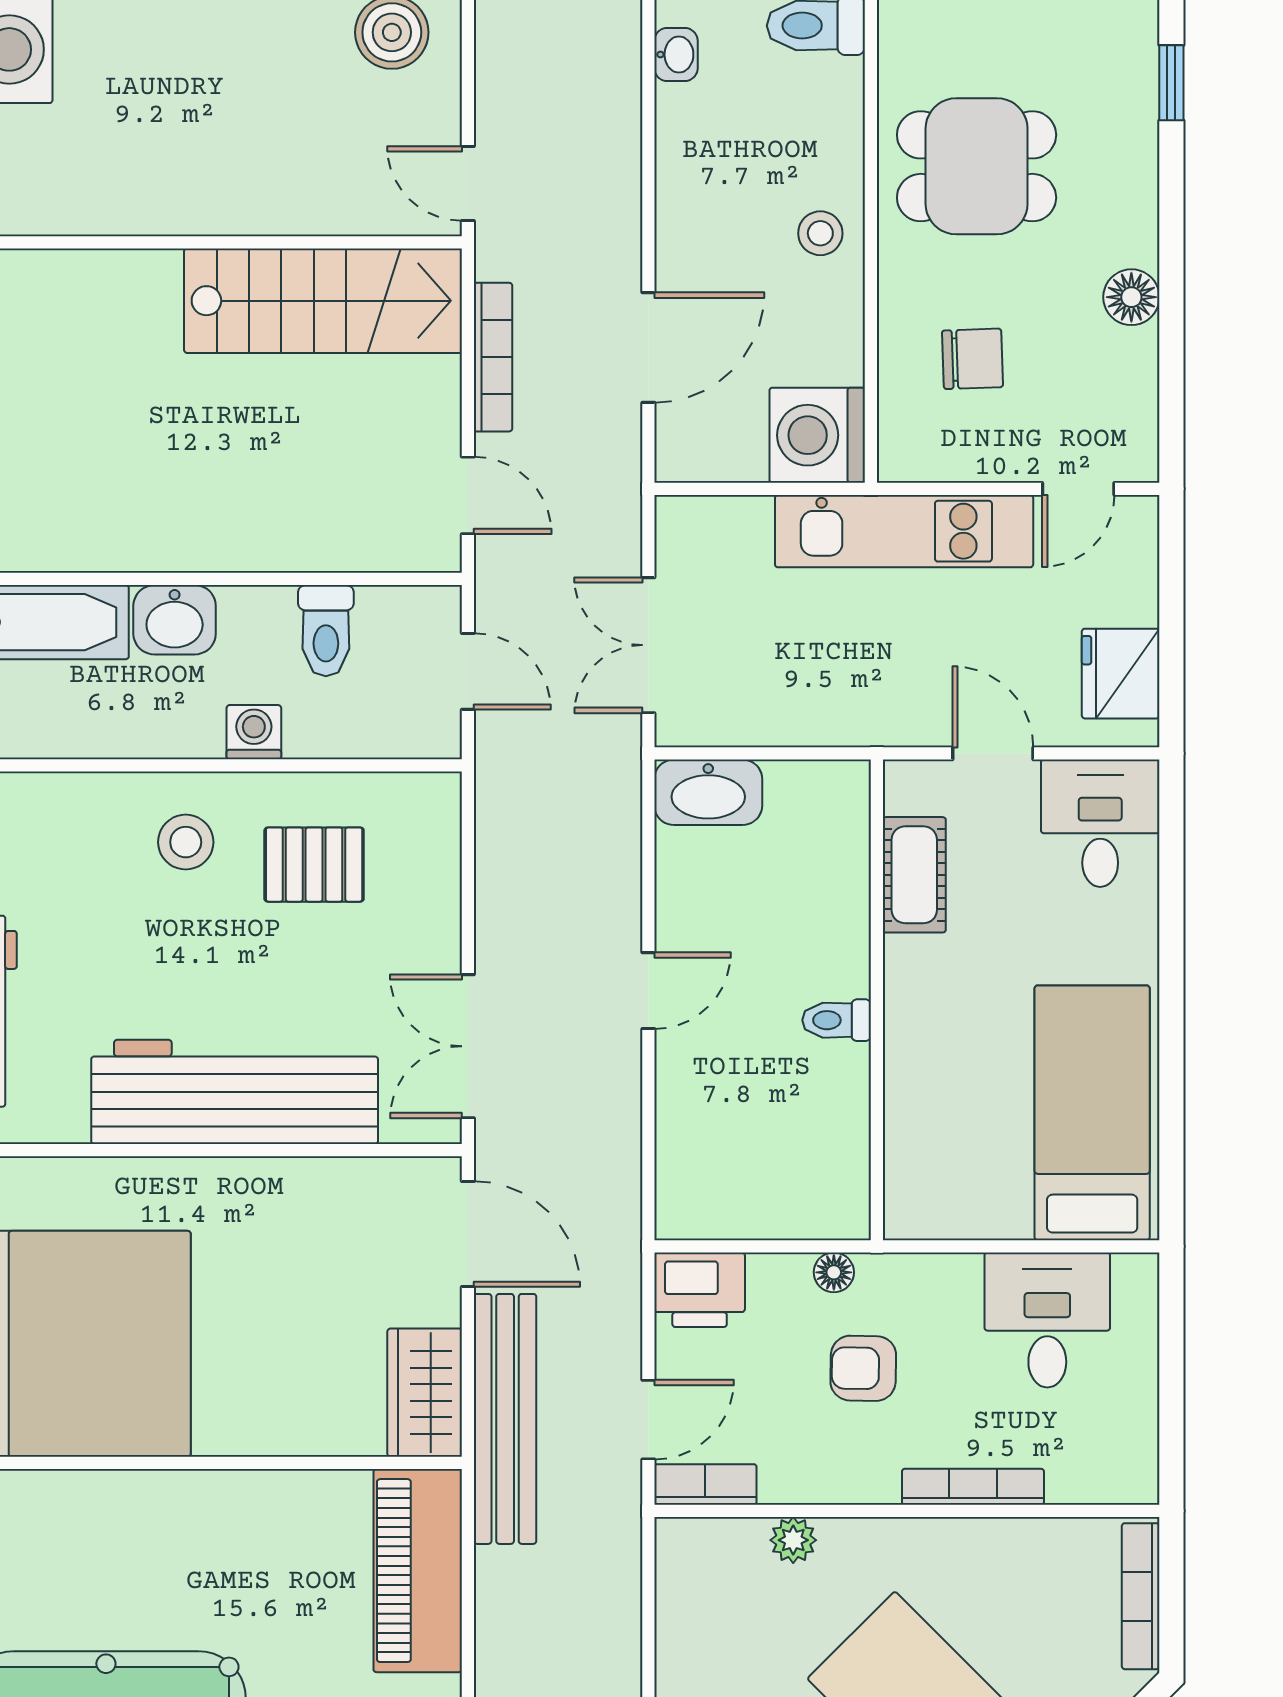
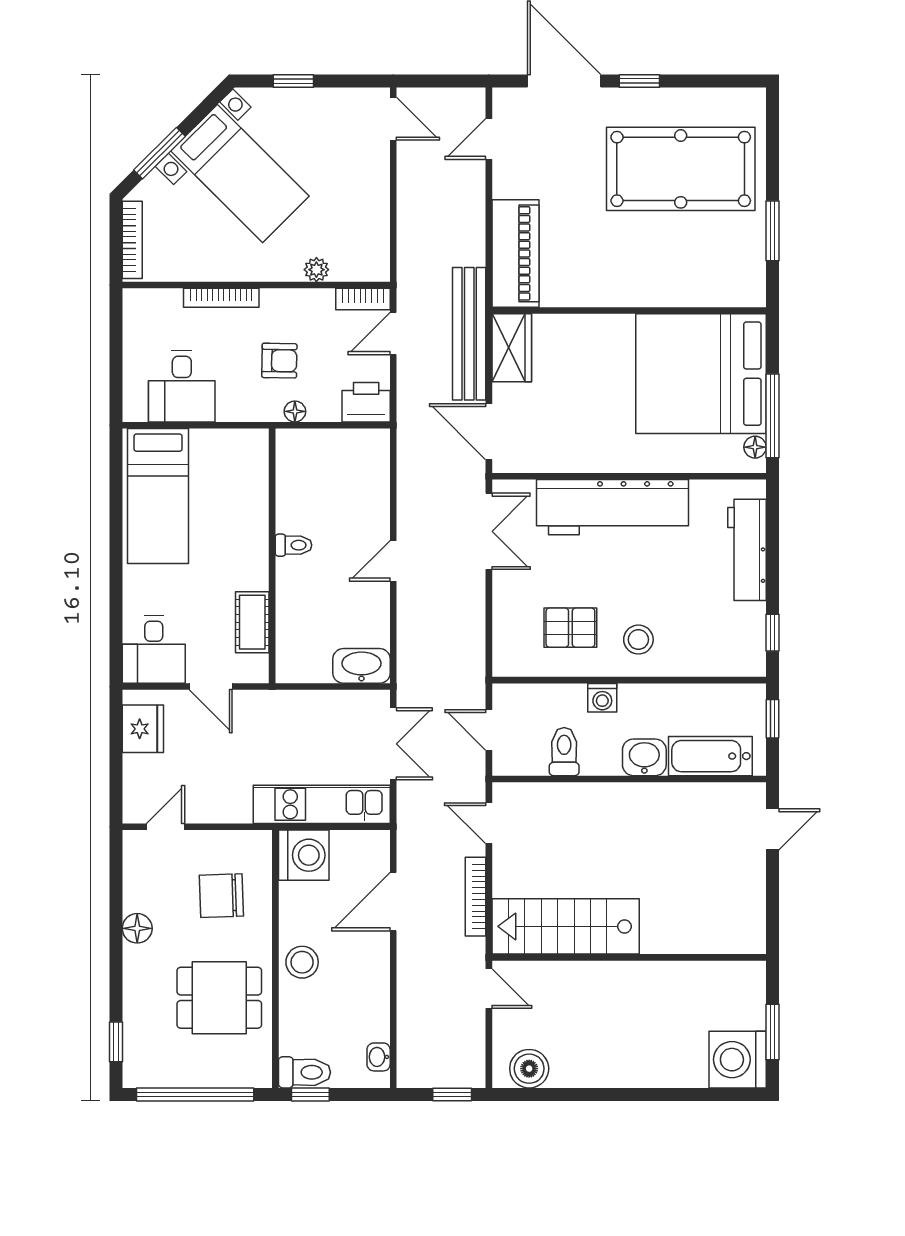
stool: (820, 233) -> (302, 962), width x1.37, depth x1.37
chair: (973, 359) -> (221, 896), width x1.37, depth x1.37
kitchen unit: (904, 531) -> (322, 804), moved

